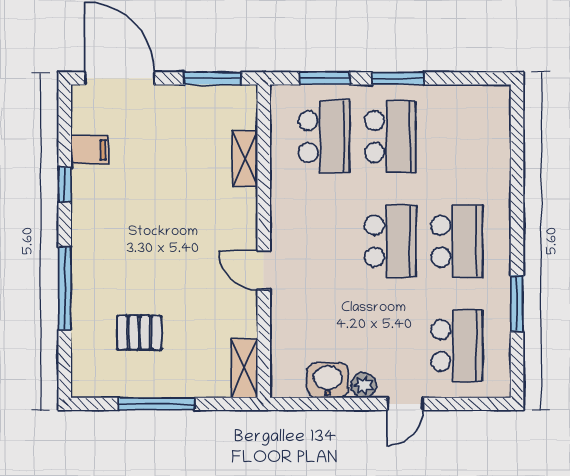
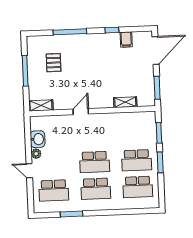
school desk: (324, 137) -> (138, 187), moved

